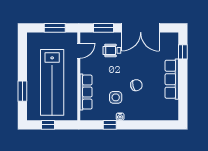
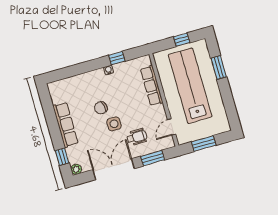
plant: (174, 37) -> (76, 169), added
side table: (116, 97) -> (114, 124), moved

